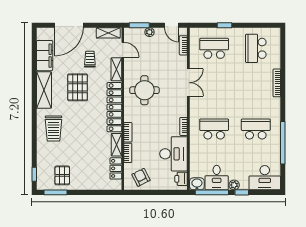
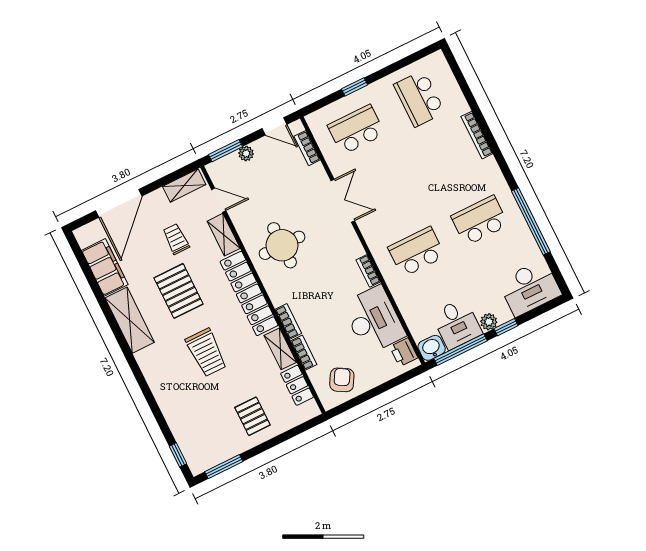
trolley: (54, 128) -> (206, 352), moved
pallet: (62, 175) -> (252, 416), moved
armchair: (141, 177) -> (342, 380), turned 57

